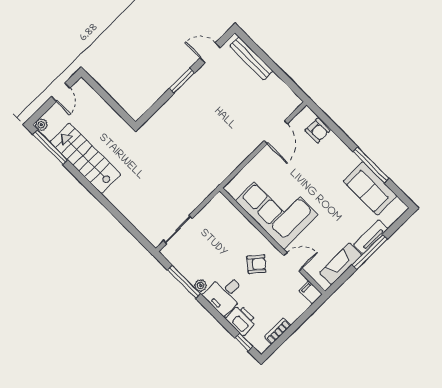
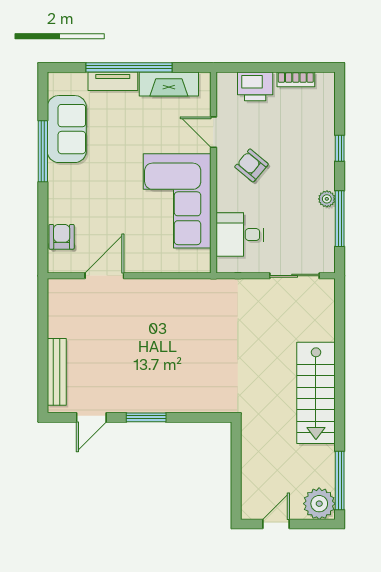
door: (210, 53) -> (91, 417), hinge flipped
plant: (41, 125) -> (319, 504), width x1.88, depth x1.88
stairs: (85, 158) -> (316, 393), moved
window: (370, 252) -> (129, 67), width x1.46
filing cabinet: (311, 293) -> (226, 85), removed
desk: (225, 294) -> (240, 235), moved, turned 180
printer: (241, 320) -> (255, 86), moved, turned -90
window: (244, 342) -> (340, 148), moved

